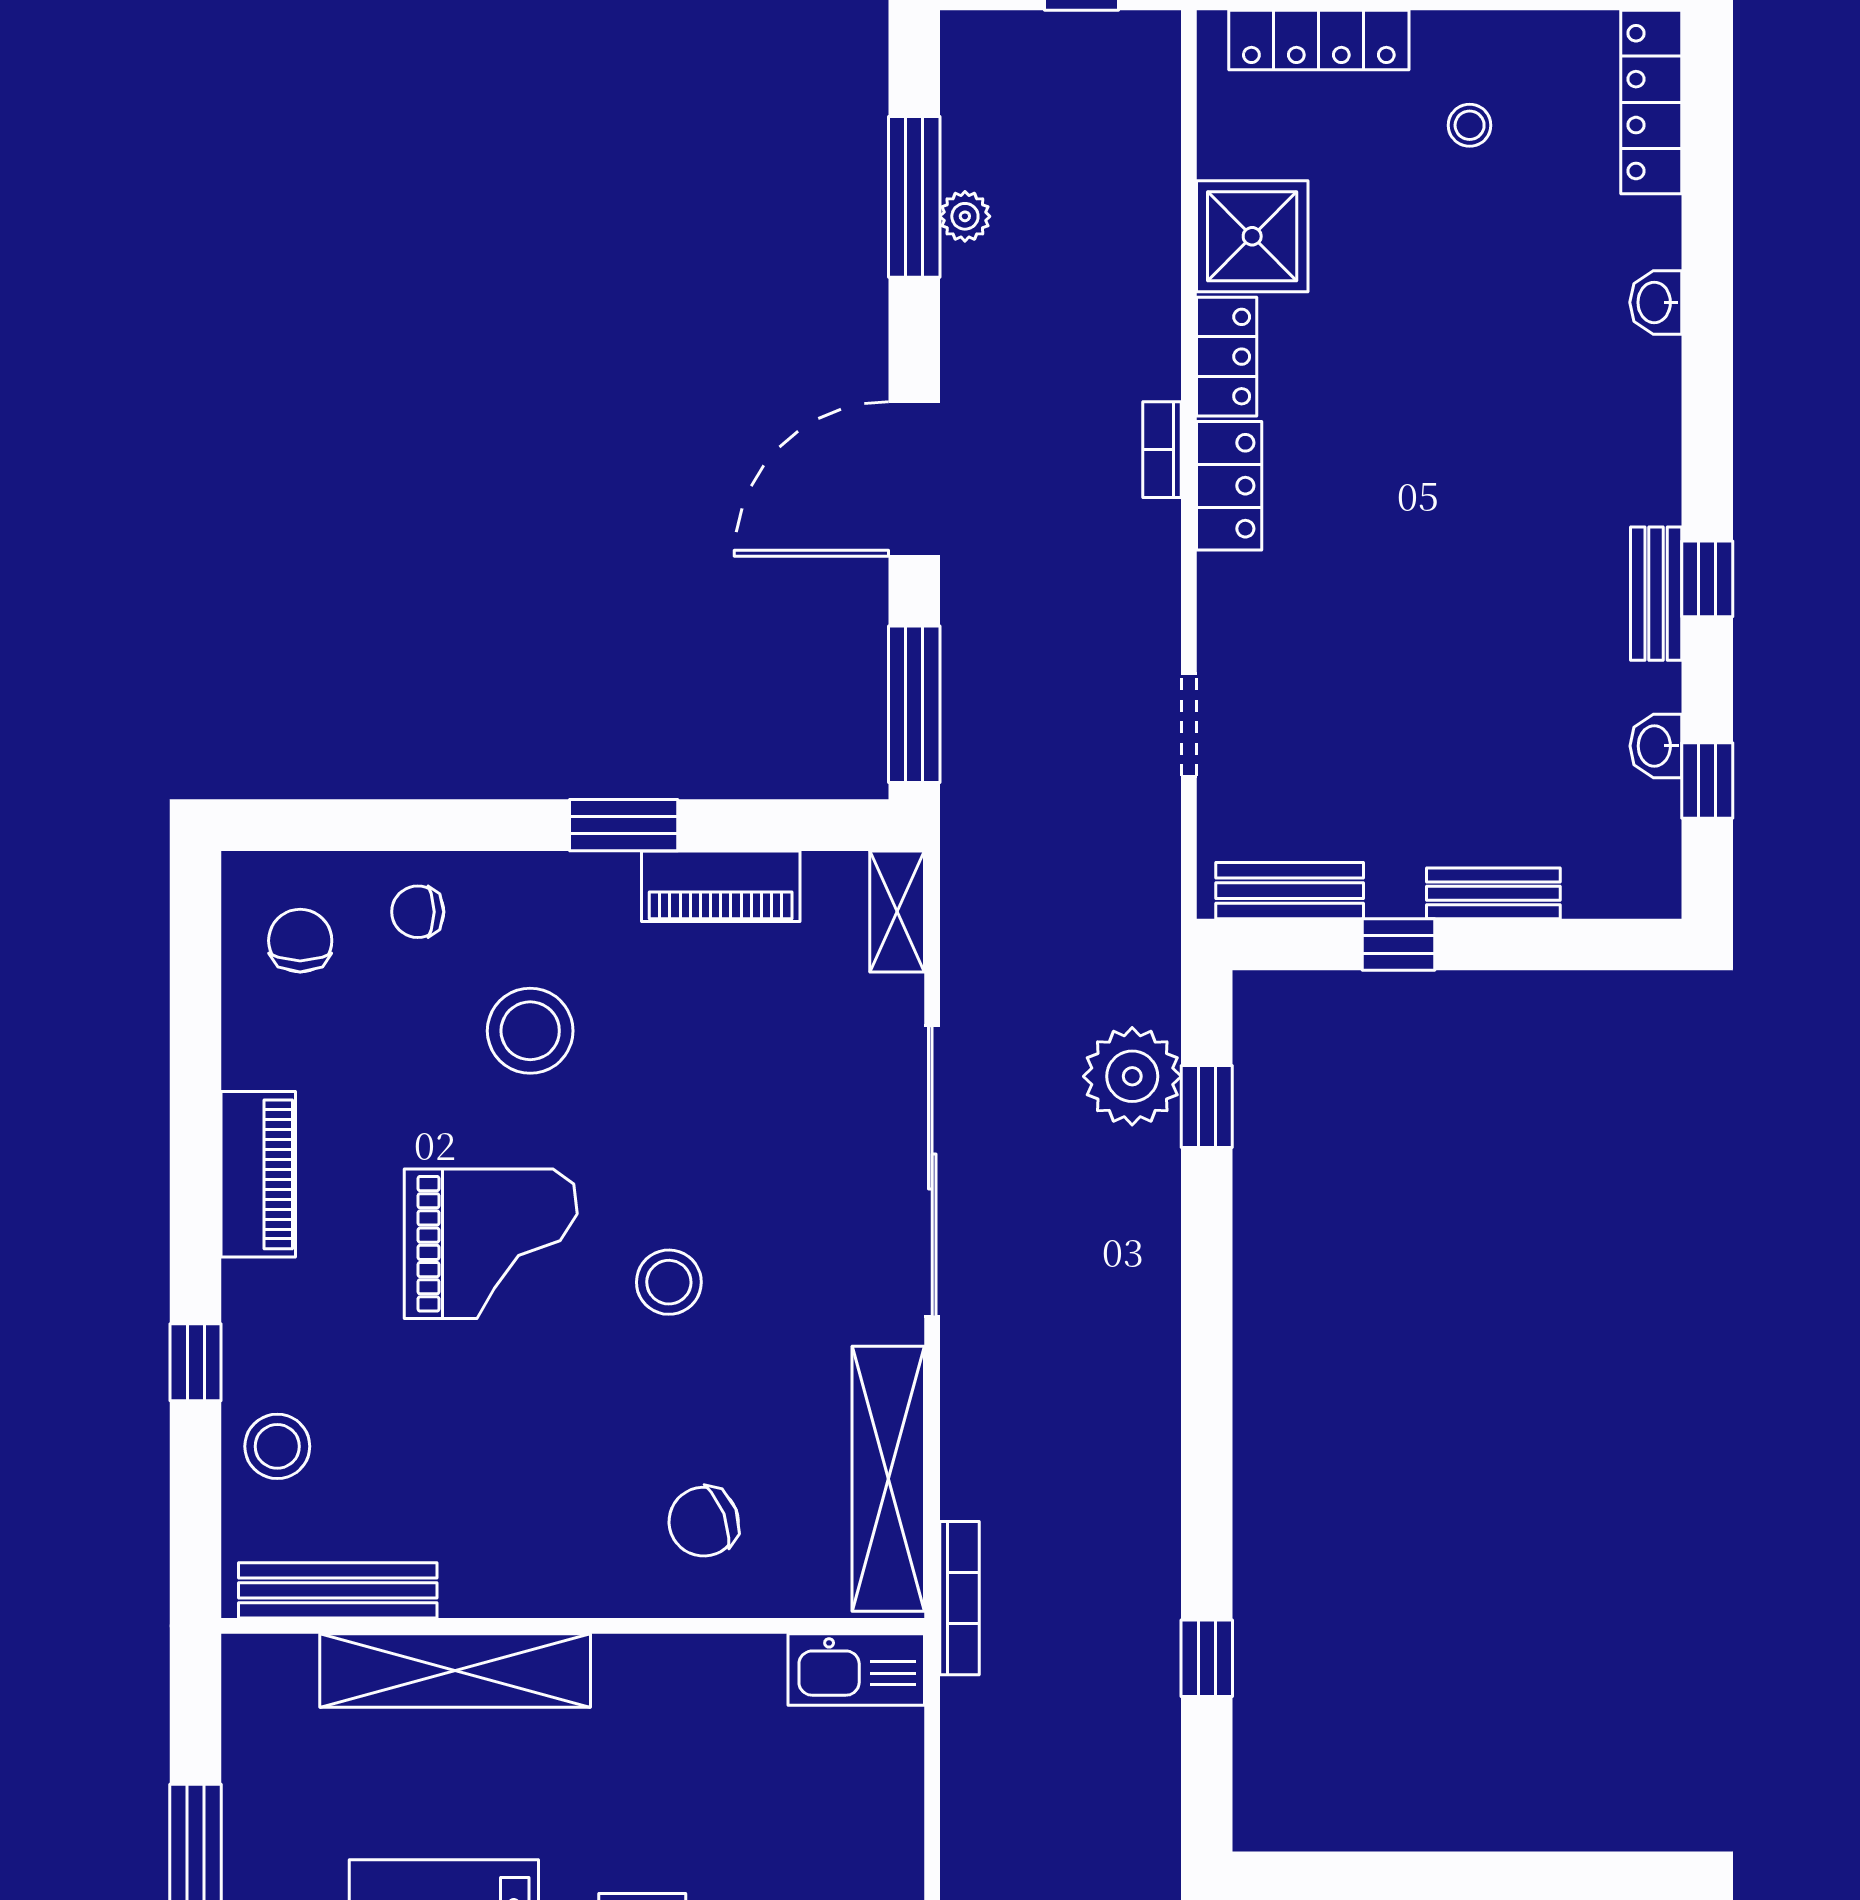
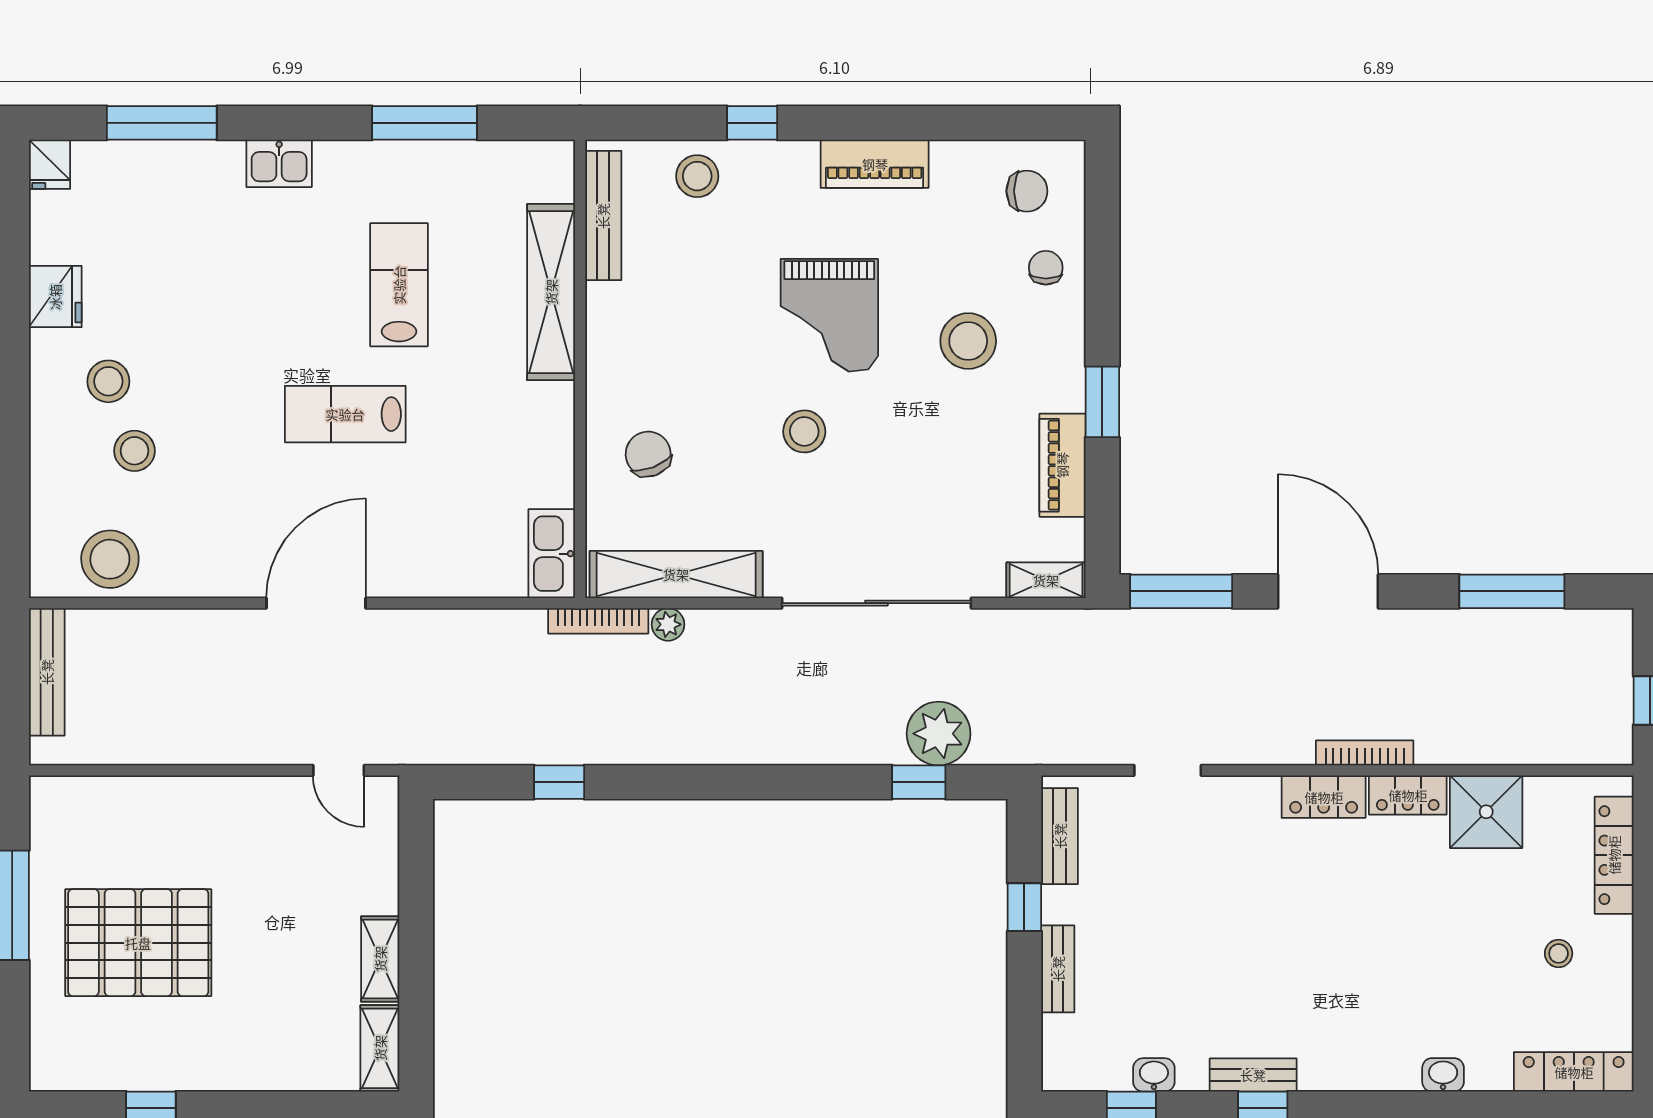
plant: (965, 216) -> (668, 624), moved
bookcase: (1162, 450) -> (1365, 753), width x1.56

